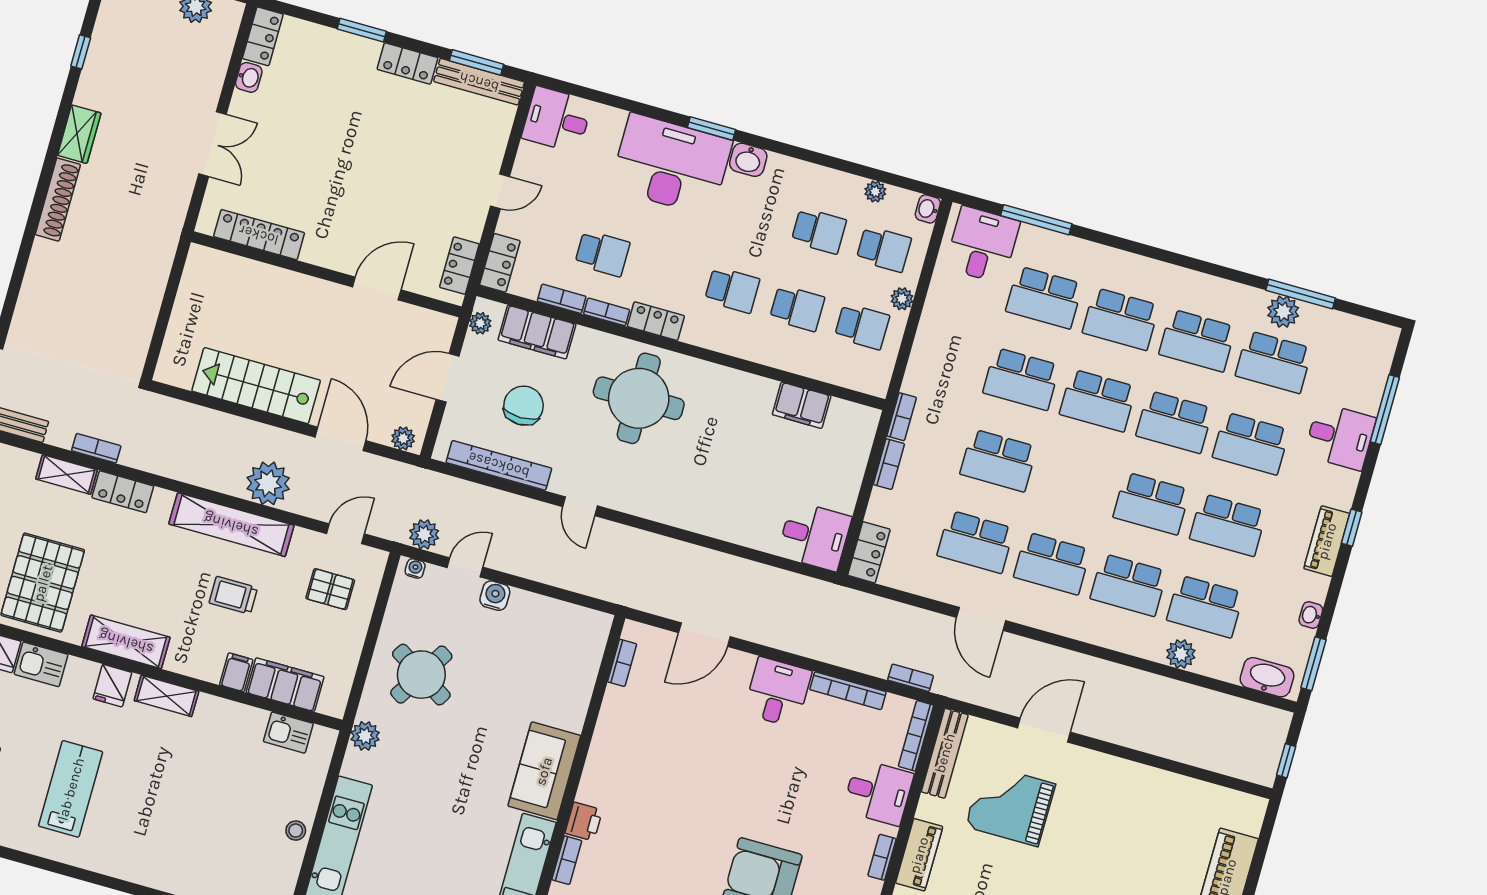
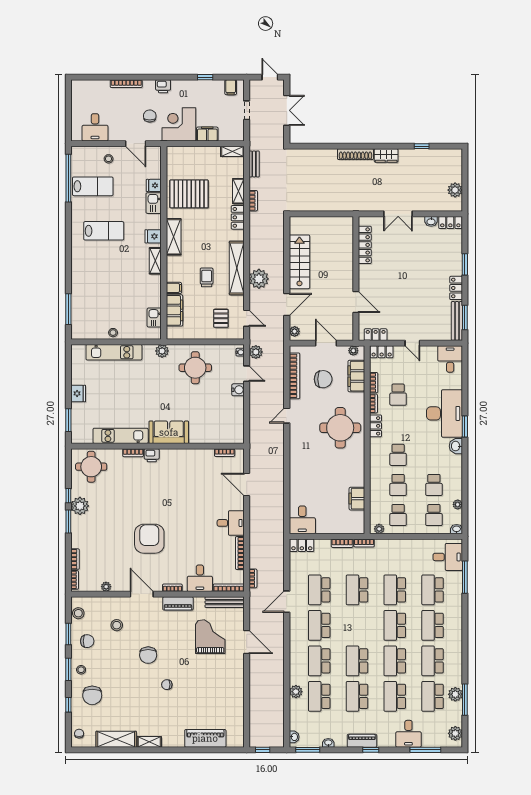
plant: (902, 299) -> (379, 529), moved
plant: (1368, 335) -> (455, 733), added
round table: (421, 675) -> (195, 368), turned -32
washbasin: (1267, 677) -> (294, 737), width x0.52, depth x0.69

